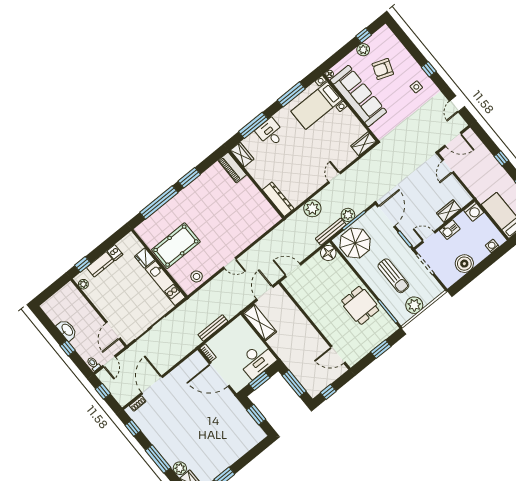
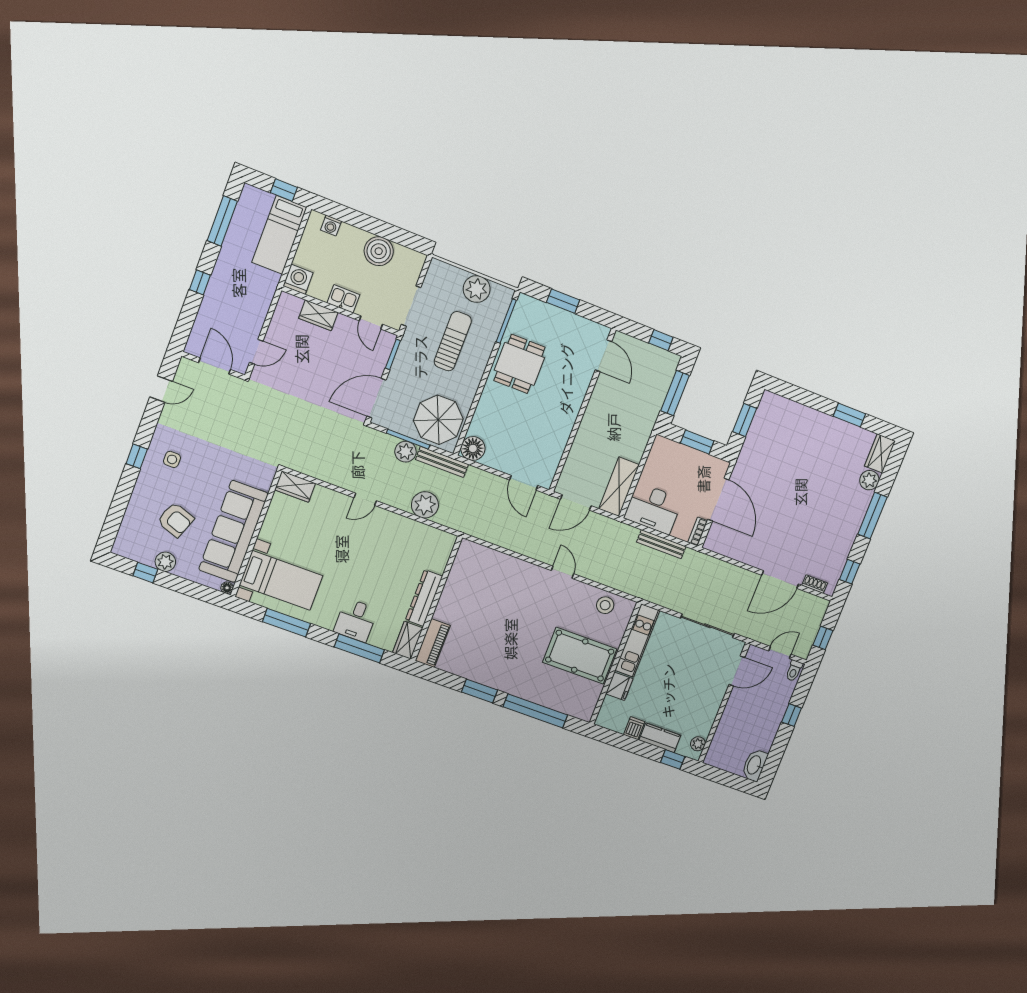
dresser: (278, 199) -> (424, 598), moved
washbasin: (67, 330) -> (754, 765), moved
desk: (257, 360) -> (653, 508), moved, turned 180

